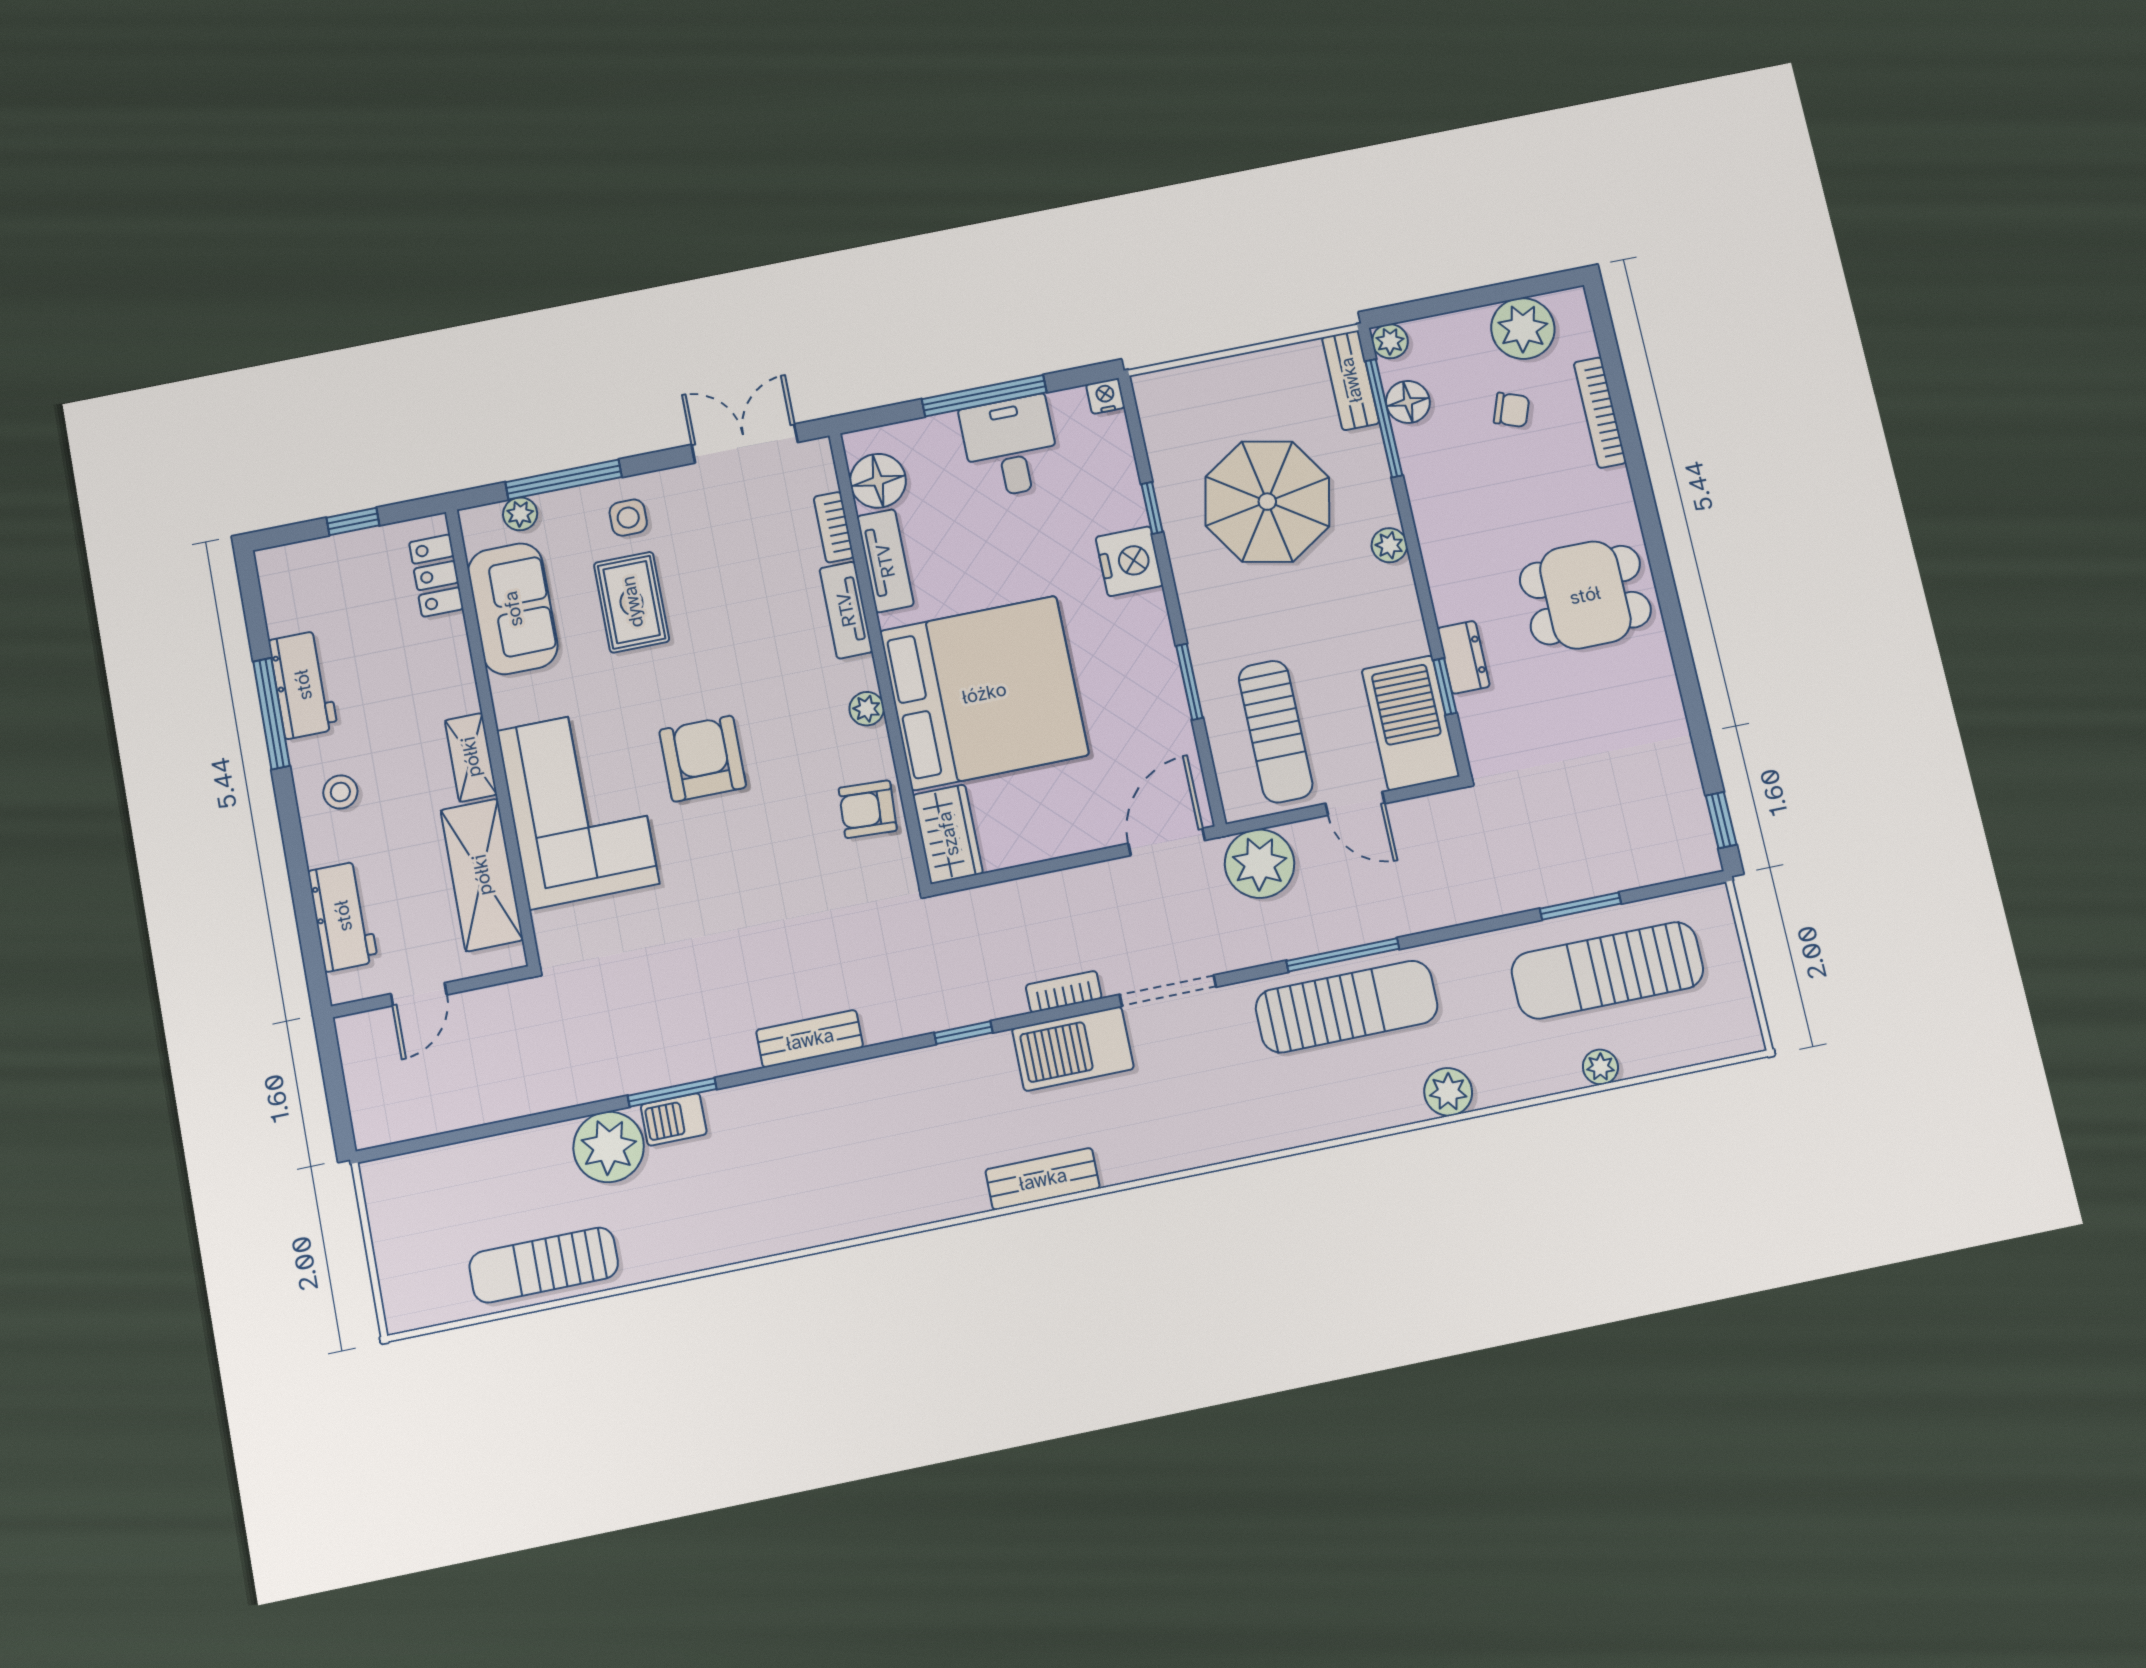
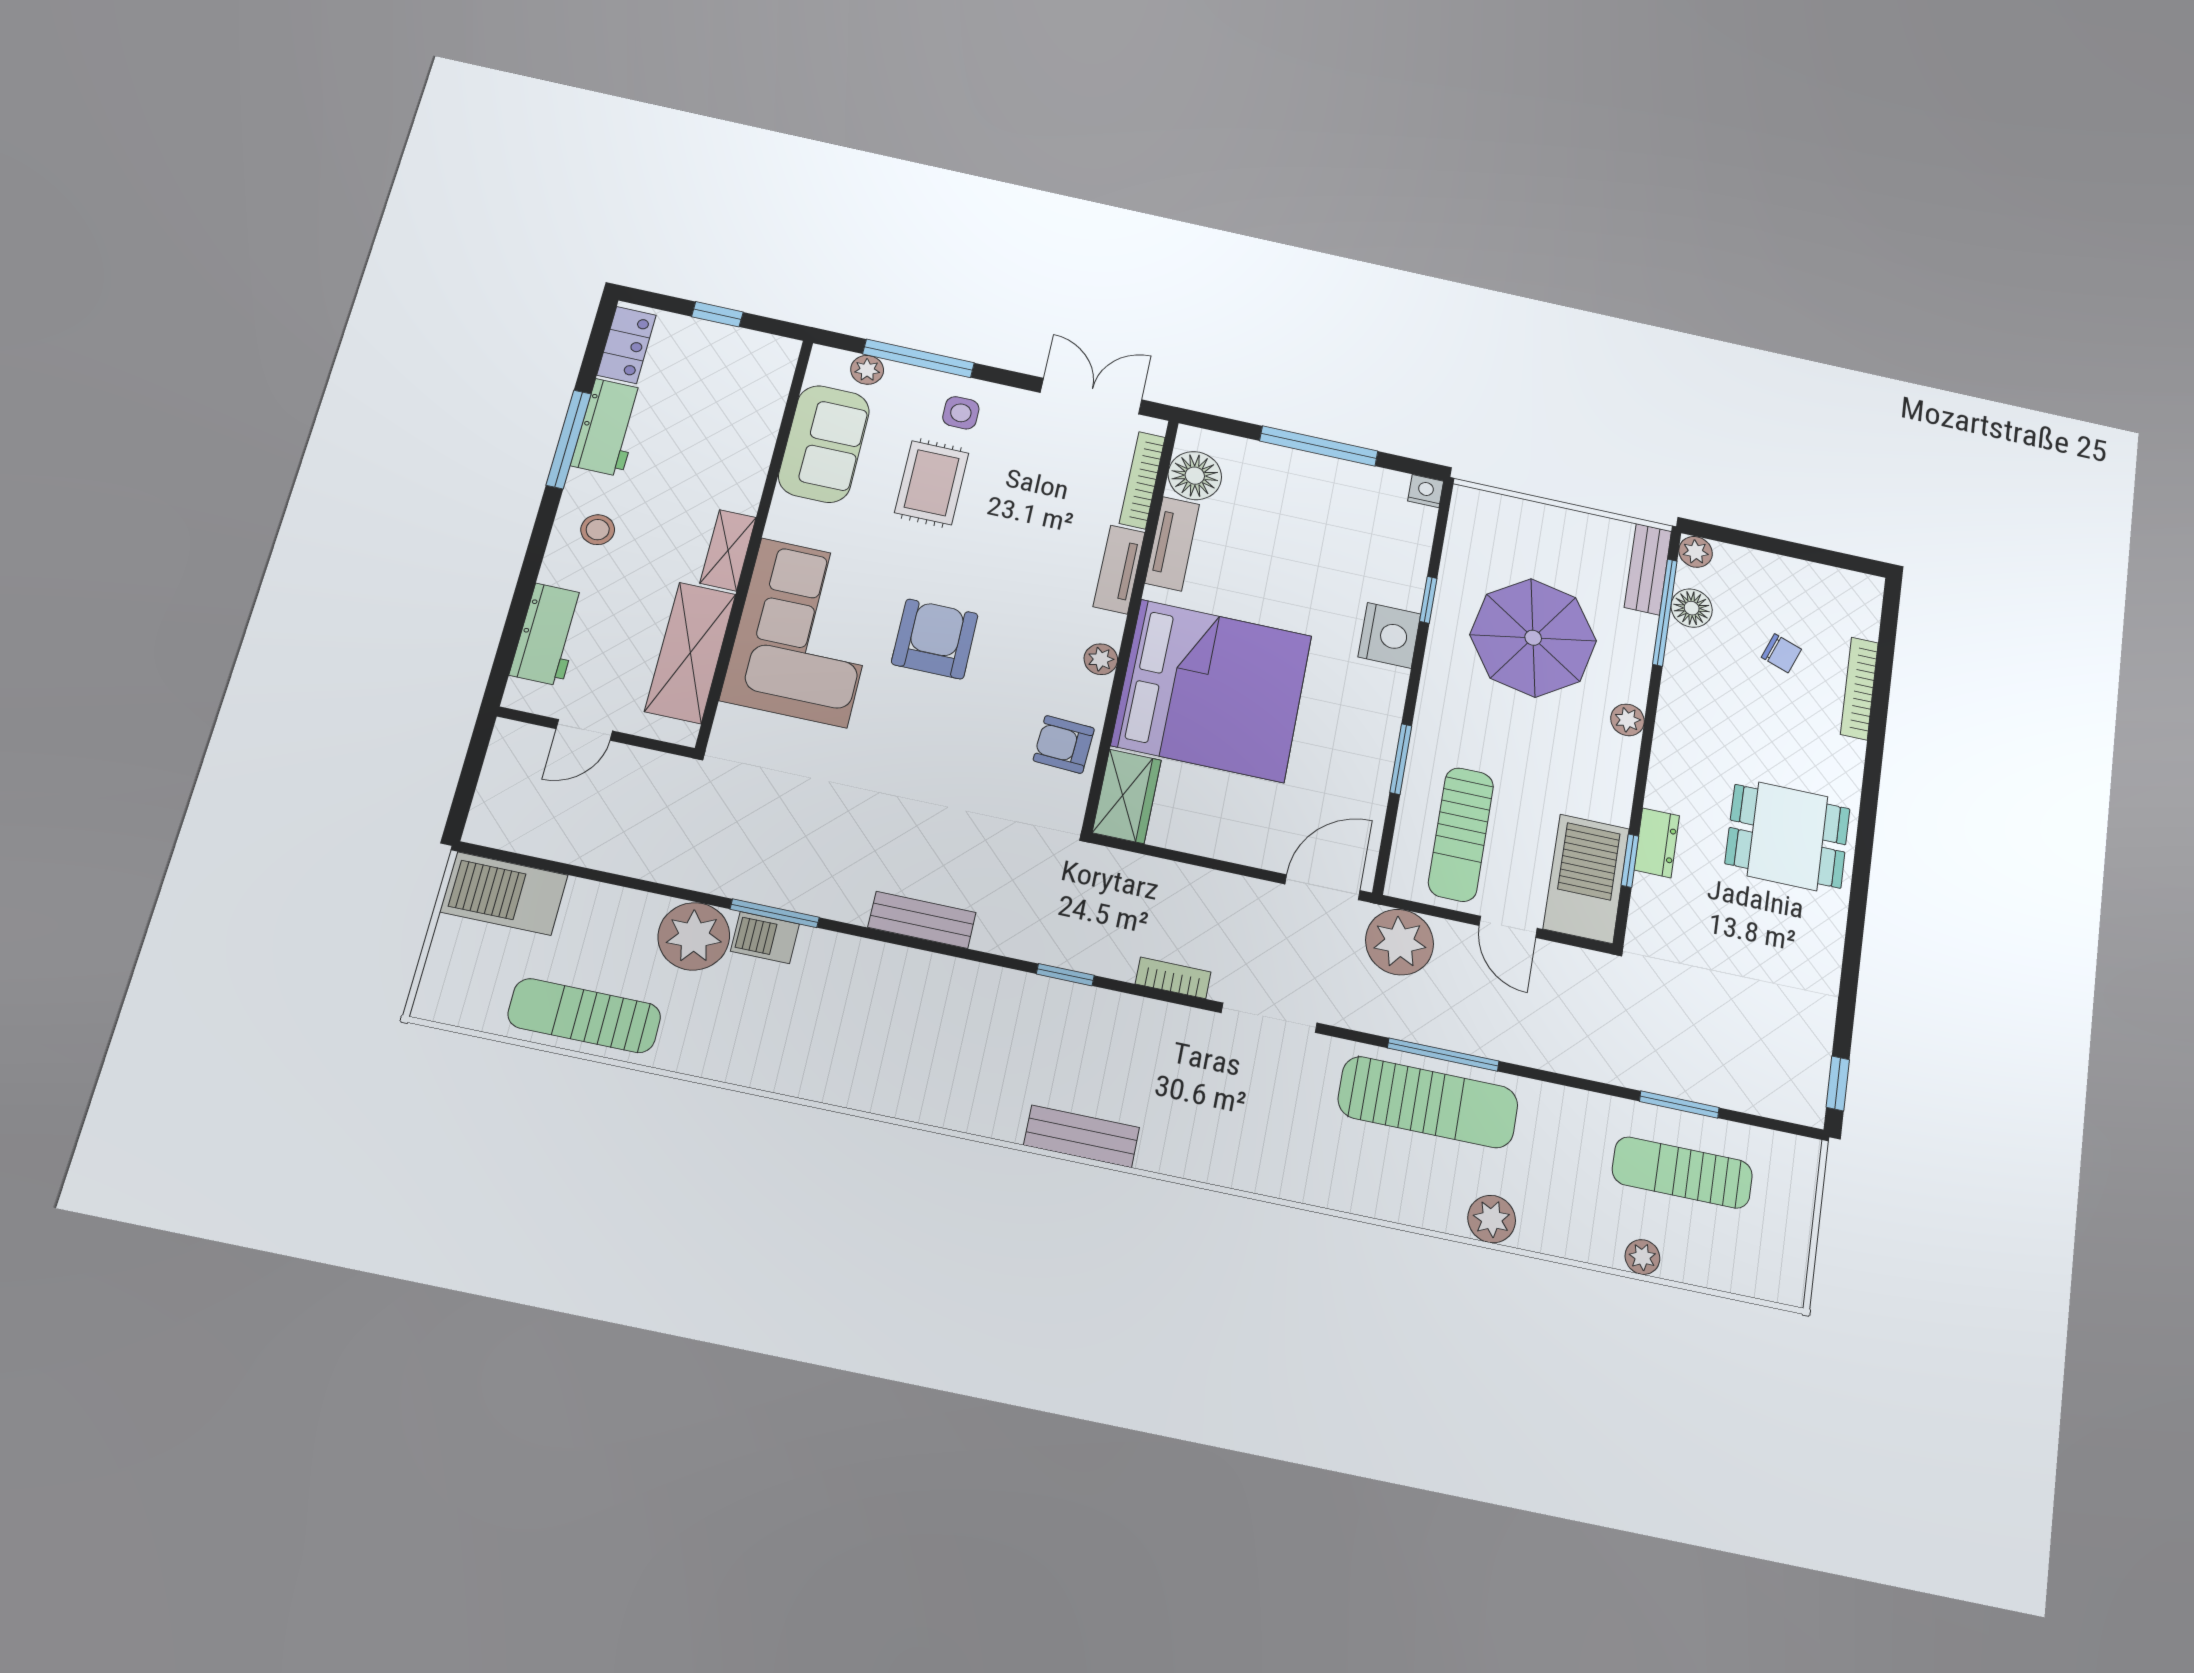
plant: (1523, 328) -> (1817, 591), removed
desk: (1010, 447) -> (1324, 497), removed
bookcase: (834, 527) -> (1142, 480), width x1.56
locker: (436, 576) -> (626, 345), moved, turned 180
sun lounger: (1607, 970) -> (1682, 1173), width x0.73, depth x0.75
barbecue: (1073, 1049) -> (504, 894), moved

